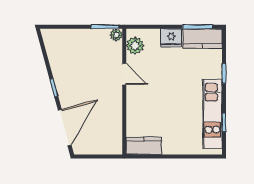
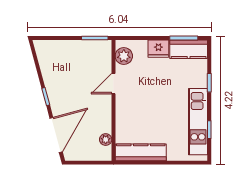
plant: (116, 35) -> (106, 140), moved
door: (124, 74) -> (113, 84), swing flipped
kitchen counter: (144, 146) -> (141, 152), width x1.50

